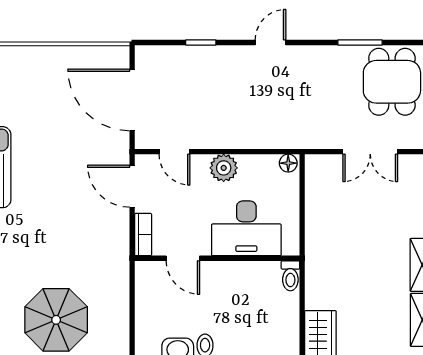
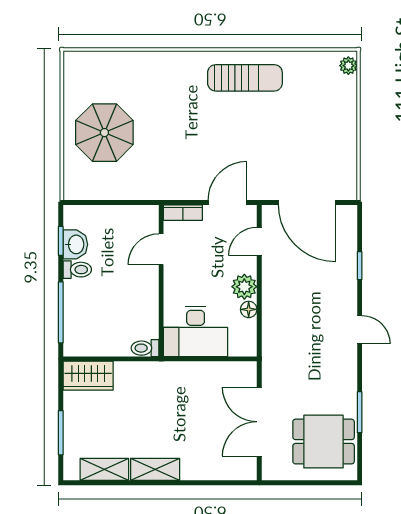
door: (132, 100) -> (307, 202), swing flipped
double door: (370, 152) -> (259, 422), width x1.37
floor lamp: (288, 163) -> (249, 309), moved
desk: (246, 228) -> (196, 331), moved, turned -90

